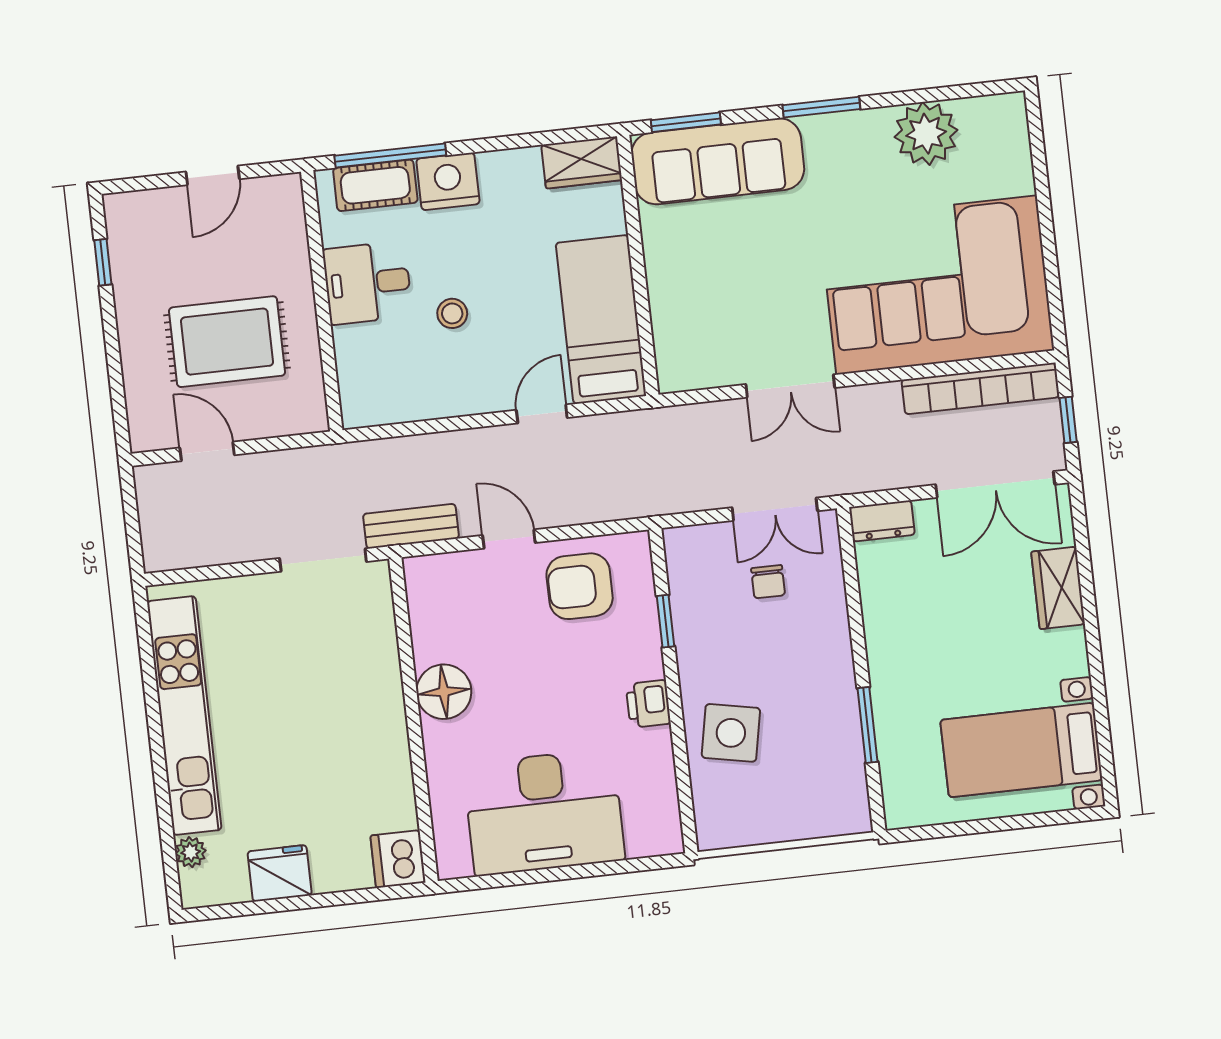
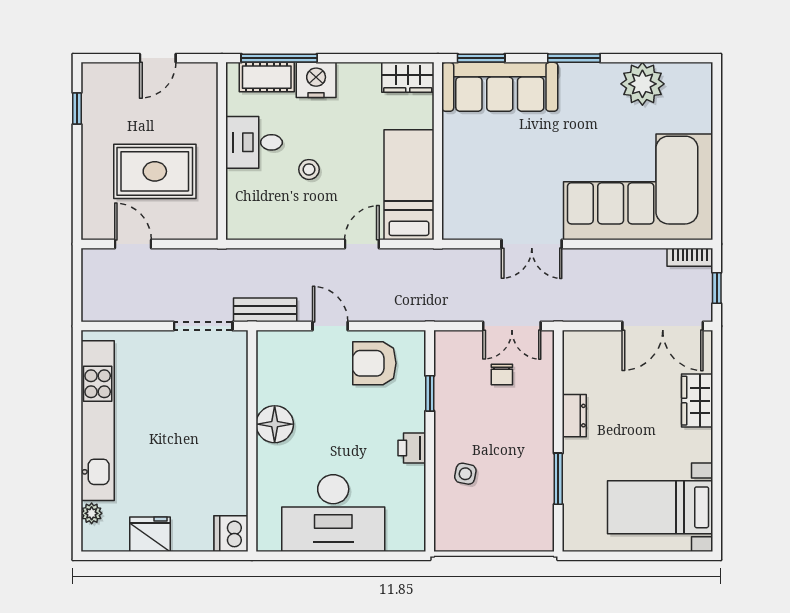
bookcase: (980, 388) -> (690, 257), width x0.43, depth x0.76
dresser: (882, 521) -> (574, 416), moved, turned -90
side table: (731, 733) -> (465, 474), width x0.54, depth x0.54

